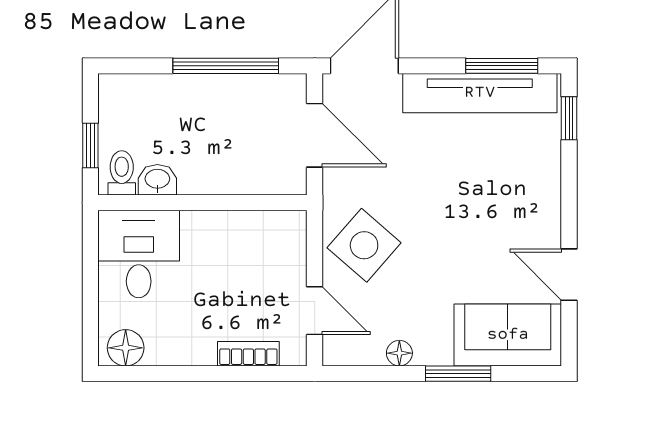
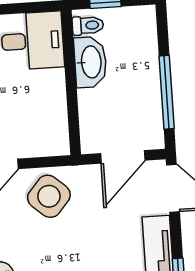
washbasin: (157, 180) -> (90, 62), width x1.91, depth x1.45

